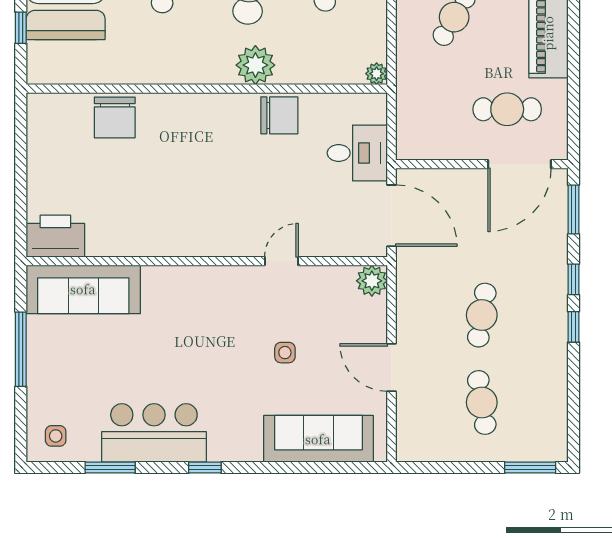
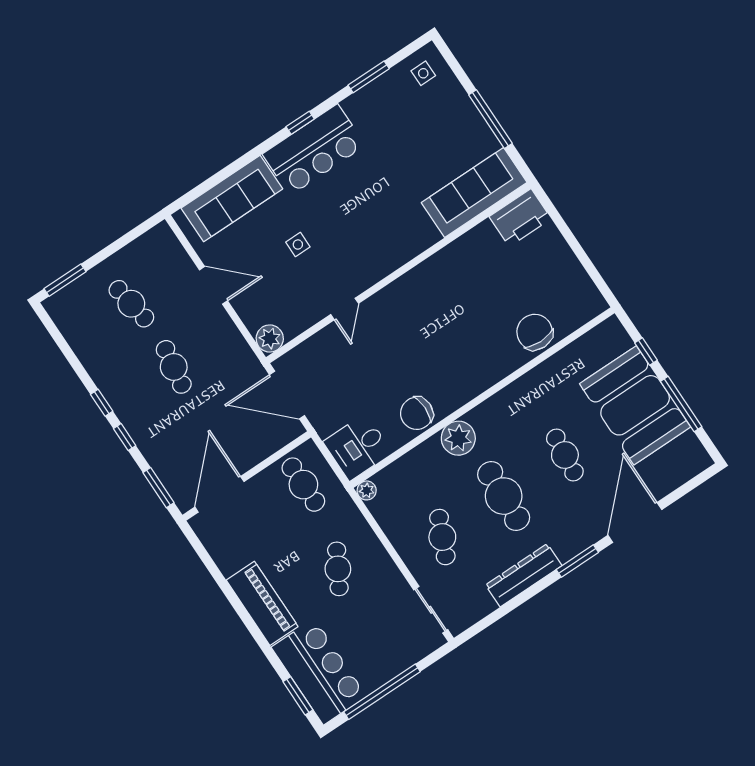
cafe table: (507, 109) -> (303, 485), moved, turned 90
desk: (357, 153) -> (358, 447), moved
bar counter: (154, 433) -> (314, 150), moved

